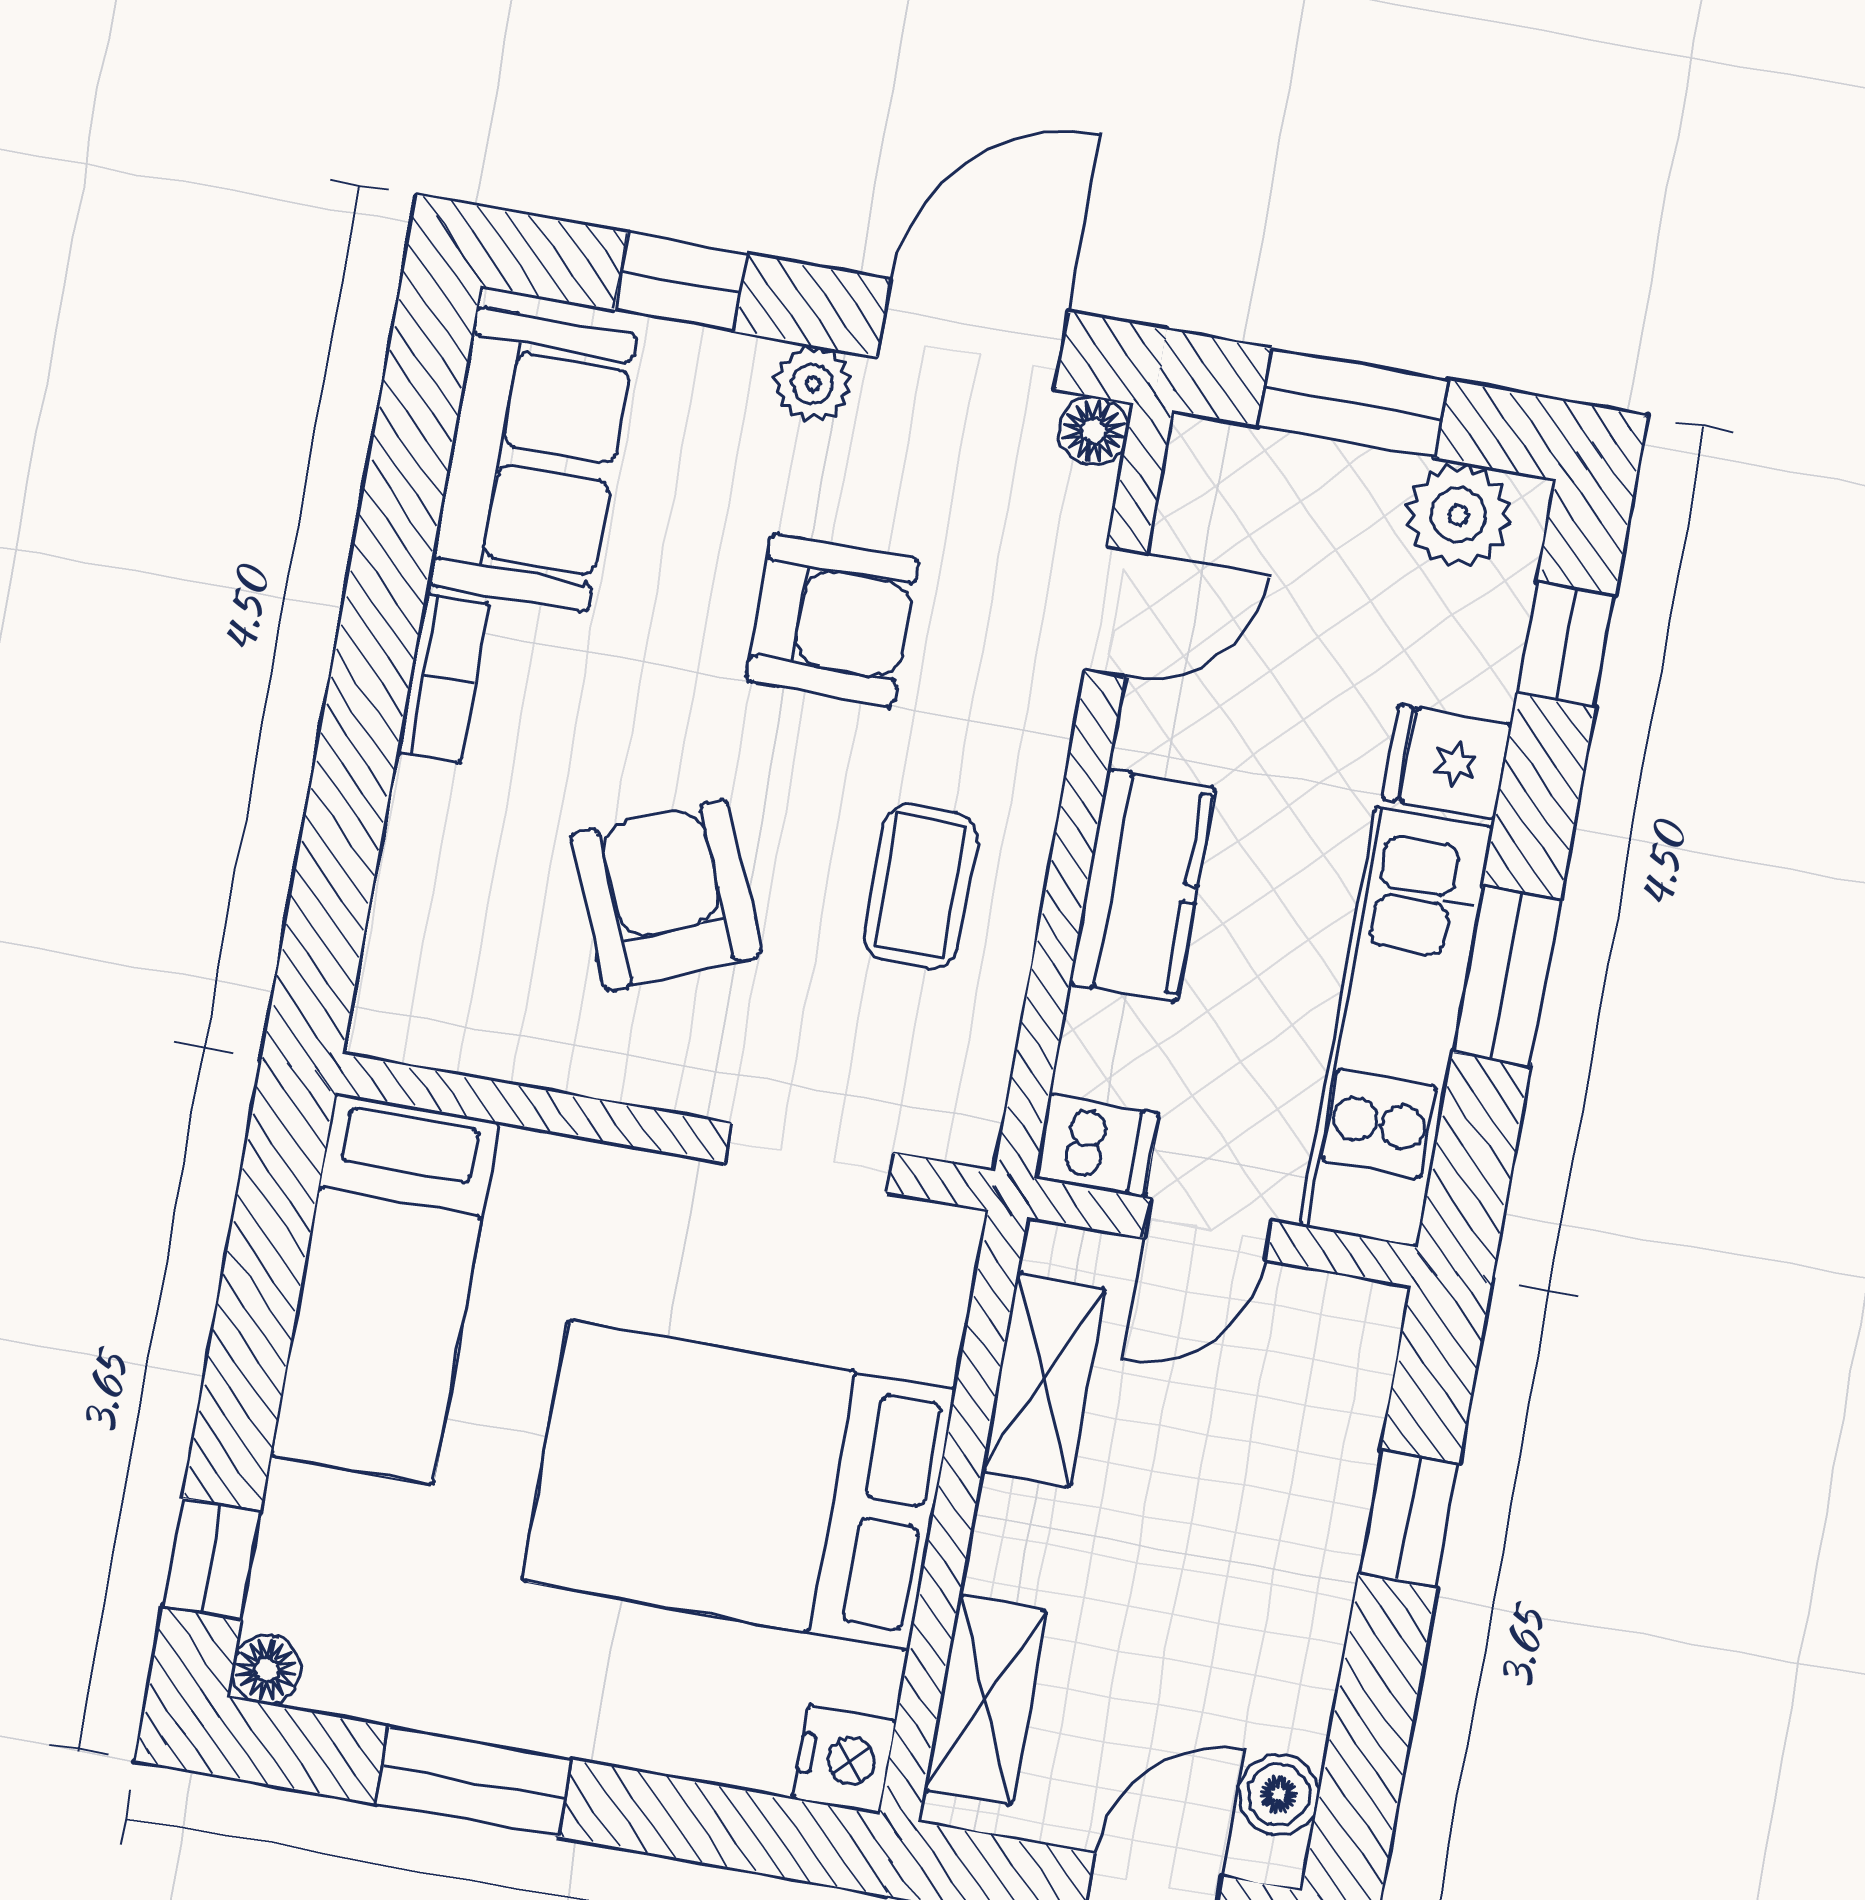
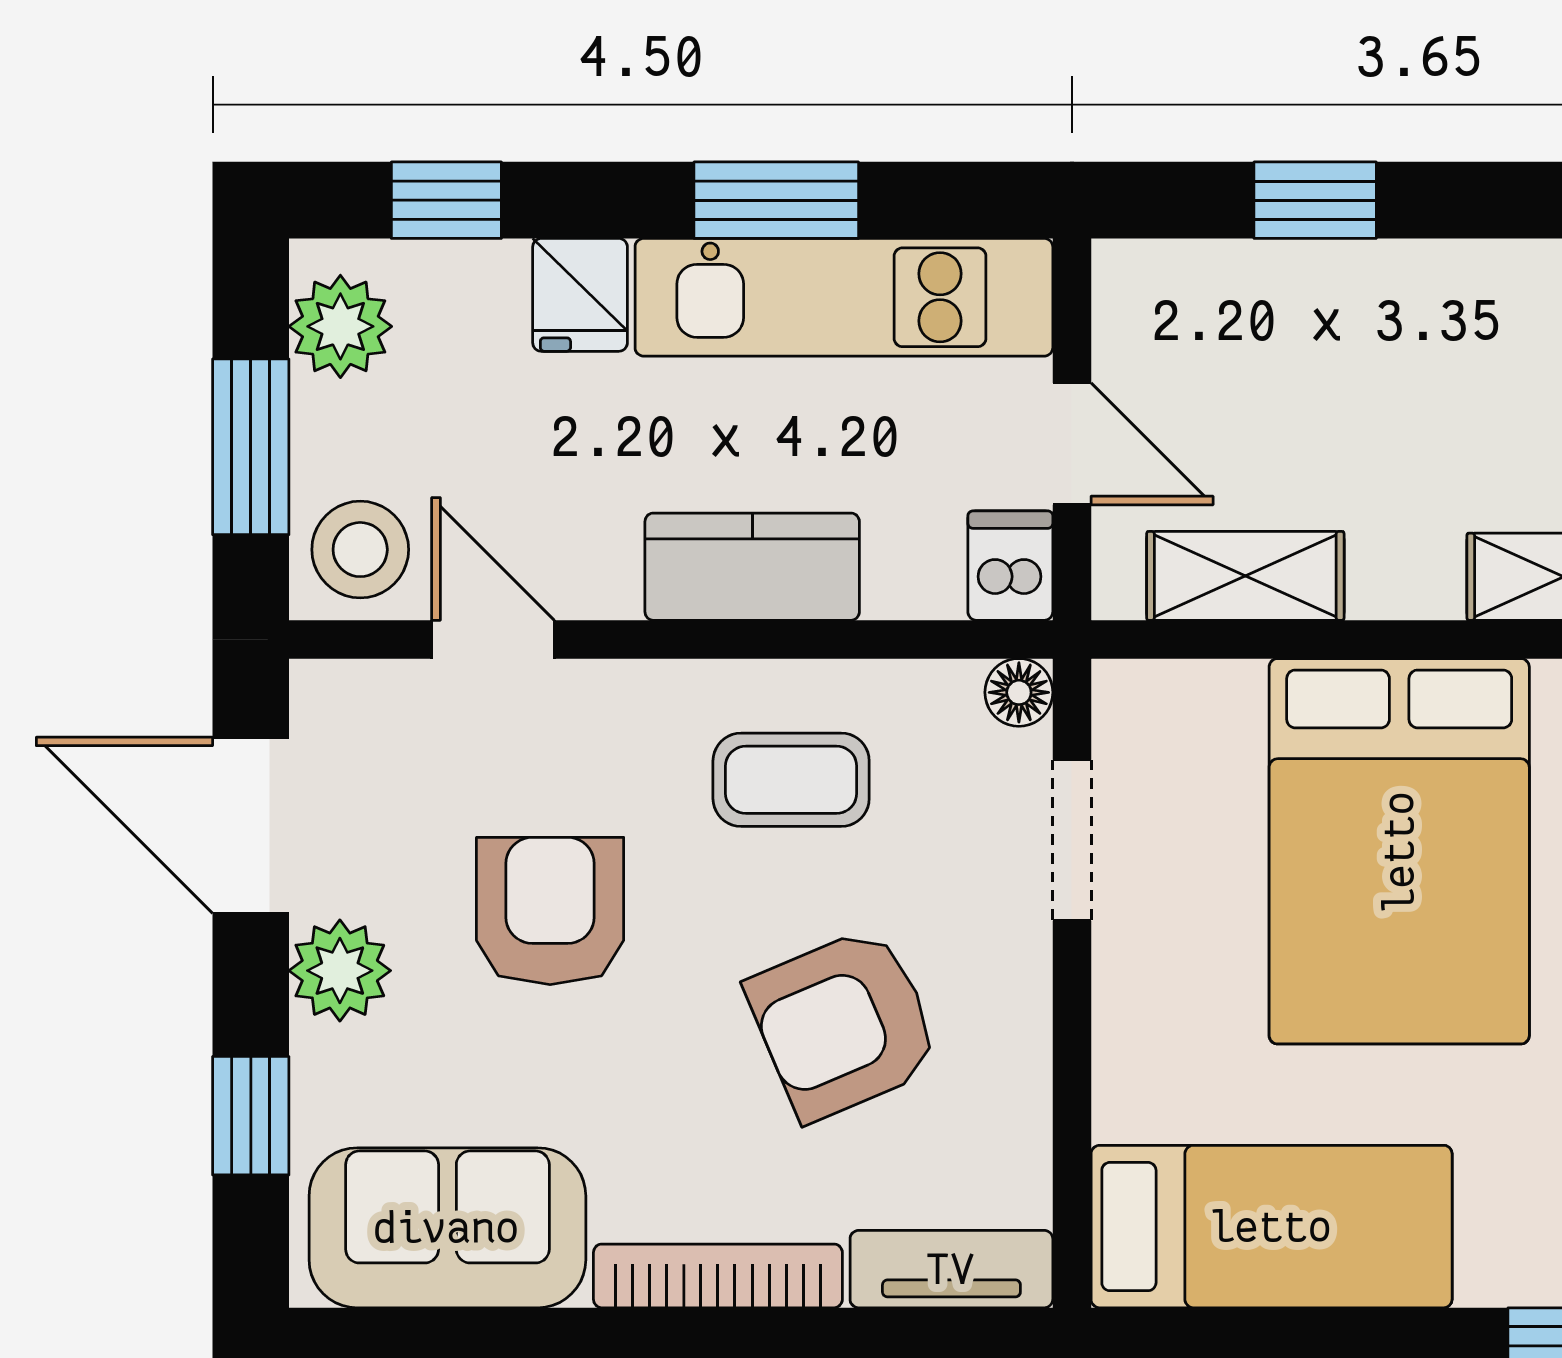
plant: (813, 384) -> (340, 971), width x1.38, depth x1.38
floor lamp: (1093, 431) -> (1019, 692), moved
stool: (1230, 494) -> (360, 550), added
bookcase: (443, 678) -> (718, 1276), width x1.56
tv unit: (400, 959) -> (951, 1269), added

